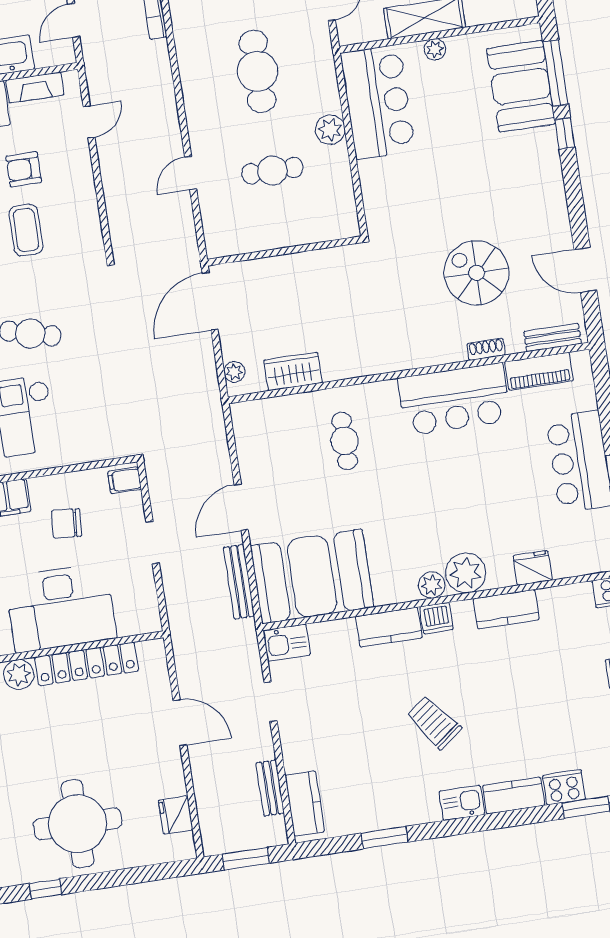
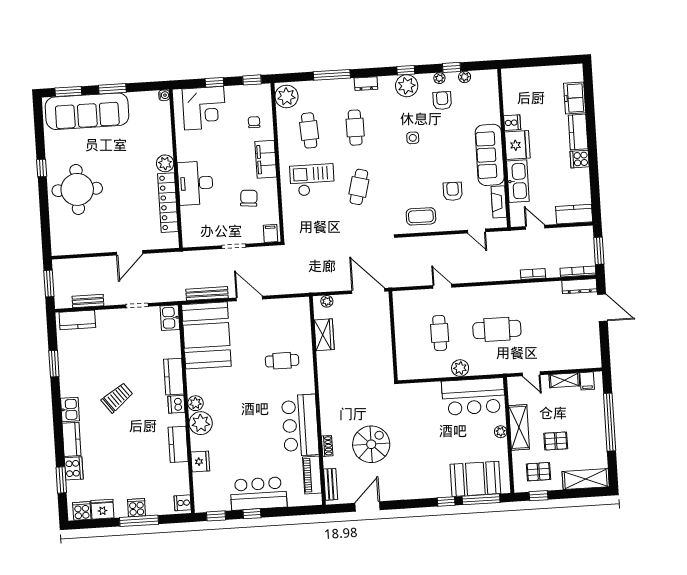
coffee table: (26, 230) -> (421, 216), moved
desk: (61, 608) -> (195, 183), width x0.73, depth x0.77
fridge: (176, 815) -> (77, 246), removed

